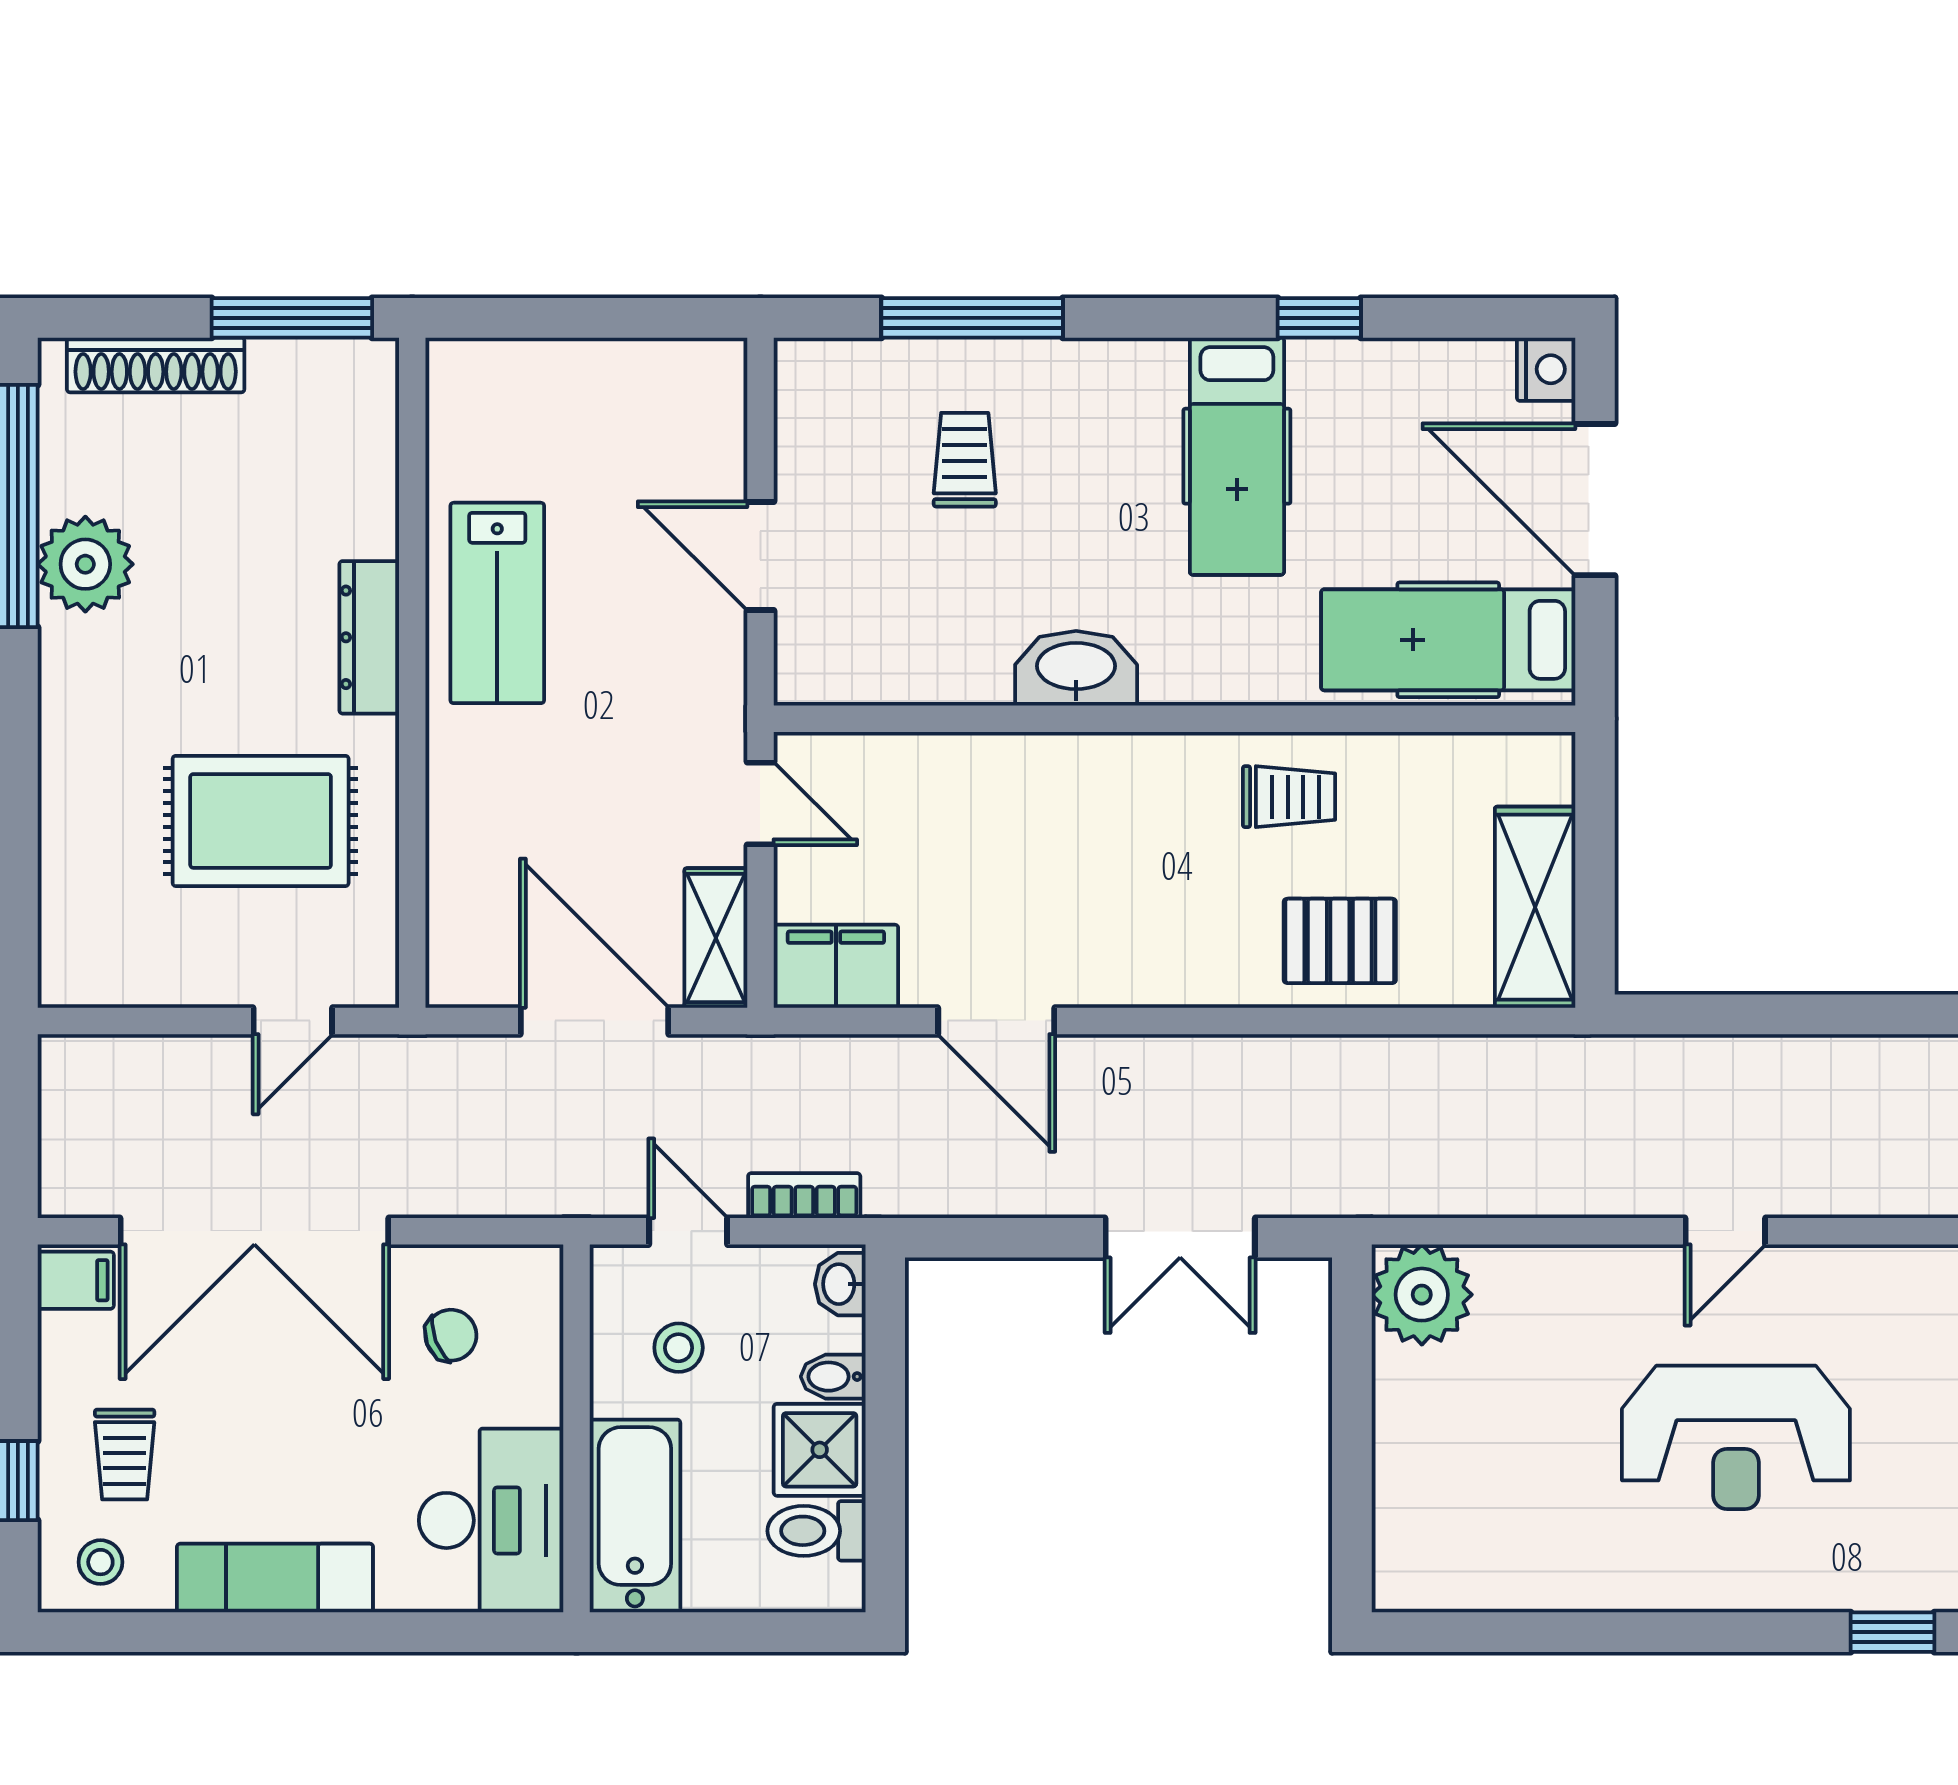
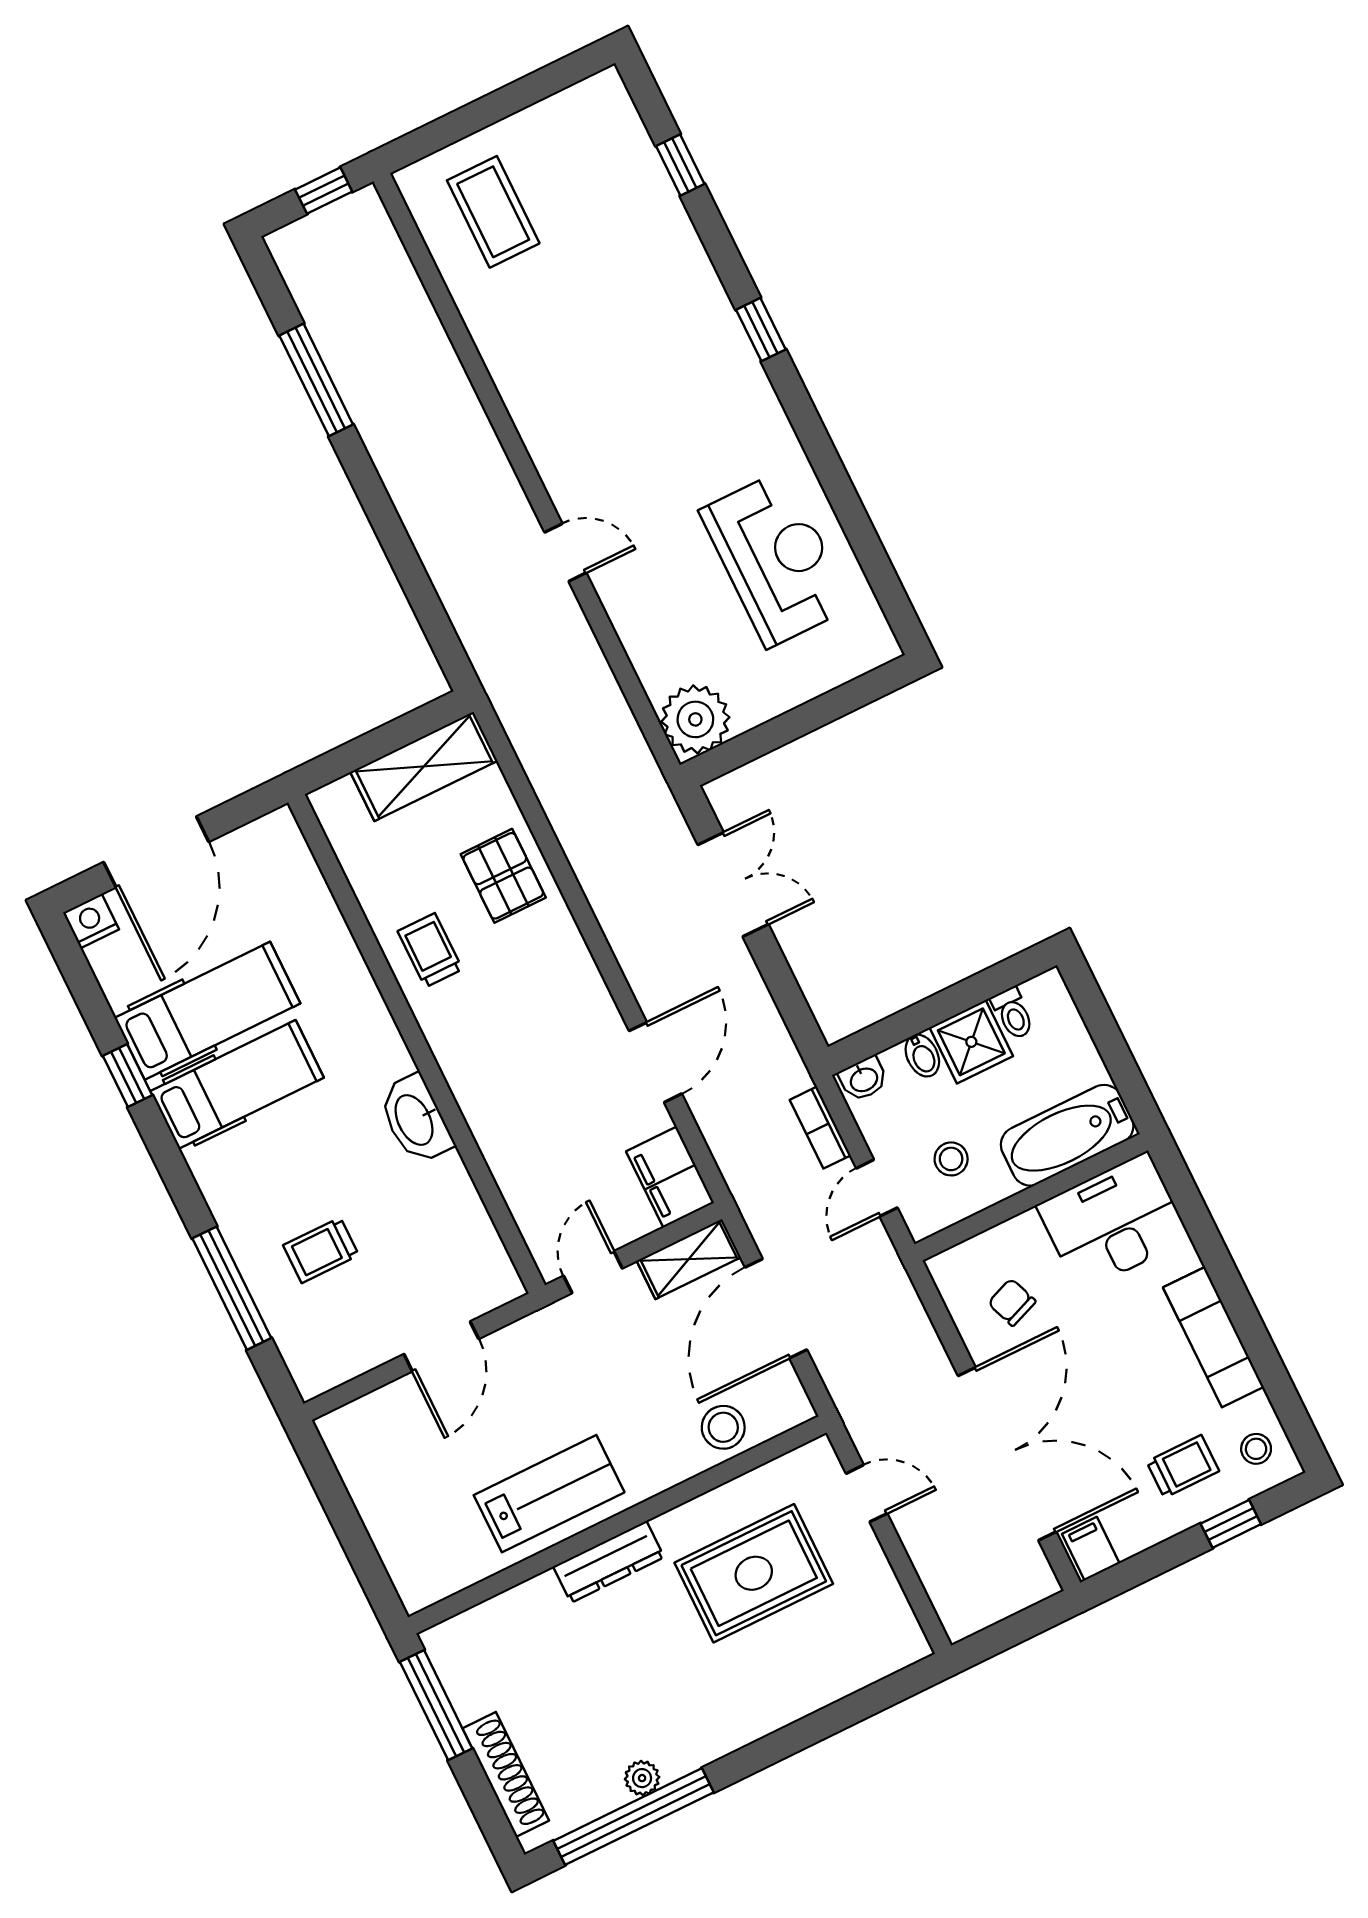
plant: (85, 564) -> (642, 1778), width x0.53, depth x0.53
hospital bed: (1448, 640) -> (207, 1011), moved, turned -90
rug: (261, 821) -> (754, 1573), turned 90
stool: (472, 875) -> (723, 1427), added
reception desk: (1736, 1437) -> (776, 559), moved
toilet: (816, 1531) -> (1013, 1013), width x0.73, depth x0.72

